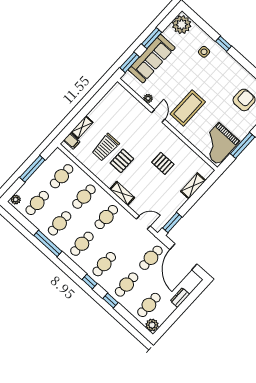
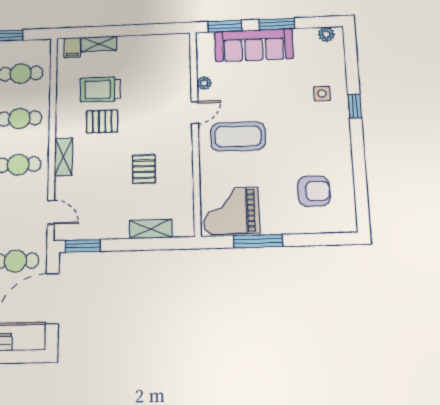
plant: (182, 25) -> (326, 34), width x0.53, depth x0.53

